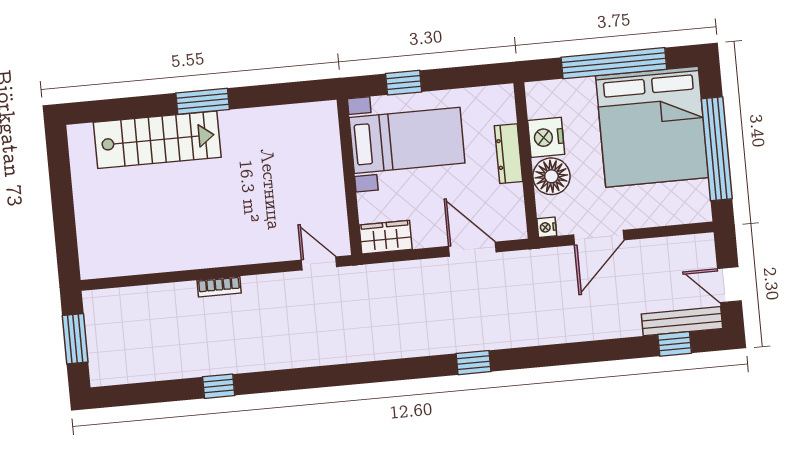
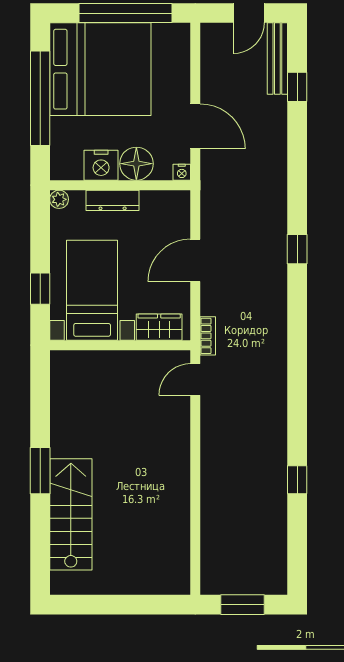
plant: (504, 94) -> (59, 199), added
wardrobe: (386, 237) -> (159, 327), moved, turned 90
door: (472, 249) -> (195, 260), moved
bookcase: (219, 287) -> (208, 336), moved
window: (675, 344) -> (297, 87), moved

